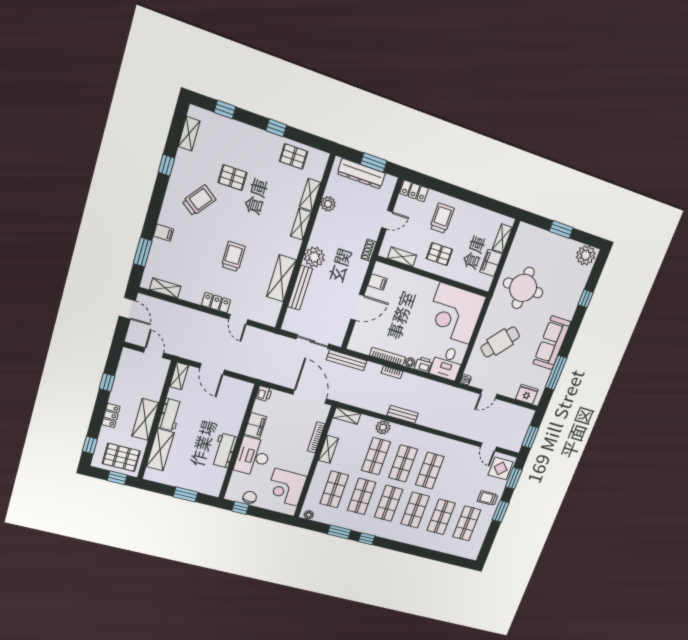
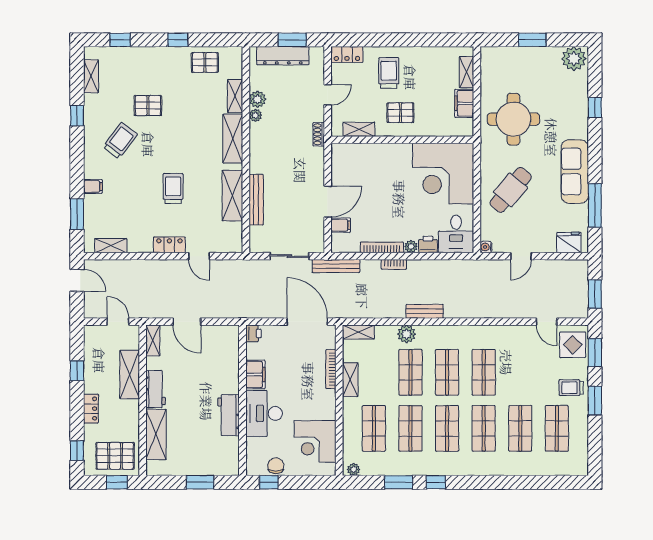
shelving: (301, 224) -> (233, 139), width x1.50, depth x1.33
plant: (314, 257) -> (255, 115), moved, width x0.53, depth x0.53
filing cabinet: (377, 282) -> (341, 225), moved
shelving: (145, 419) -> (130, 375), moved

